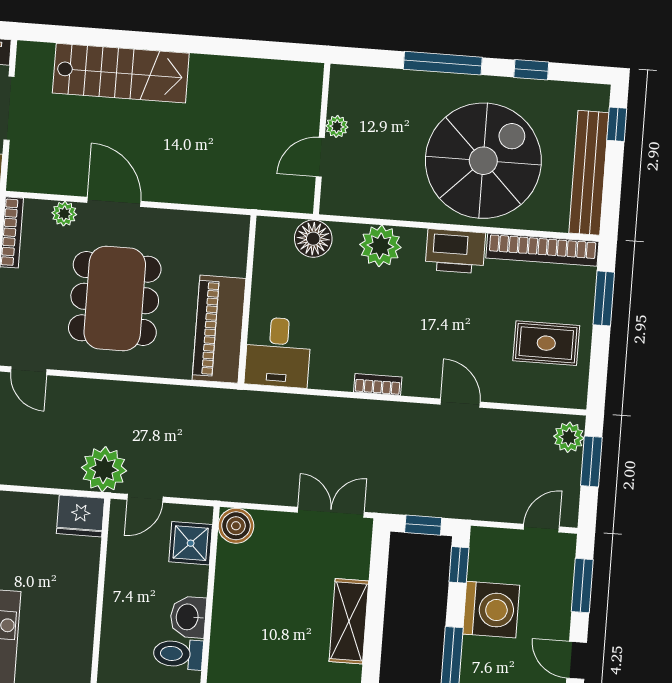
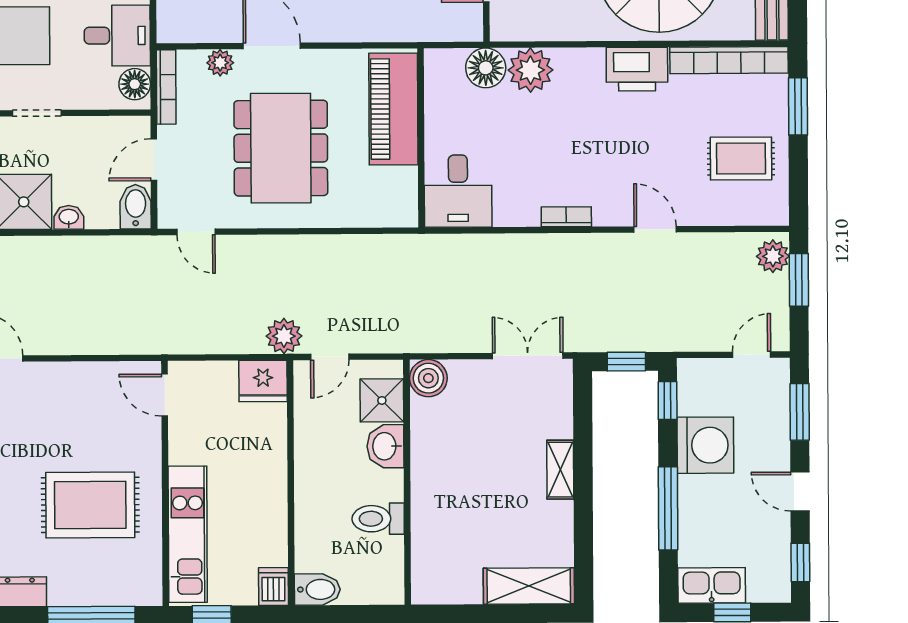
plant: (380, 246) -> (530, 70), moved
piano: (219, 329) -> (393, 109), moved
plant: (104, 469) -> (284, 336), width x0.73, depth x0.73
washbasin: (188, 617) -> (385, 446), moved
shelving: (349, 621) -> (560, 470), width x0.67, depth x0.75

